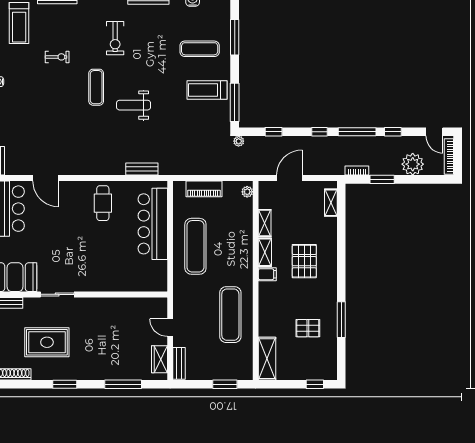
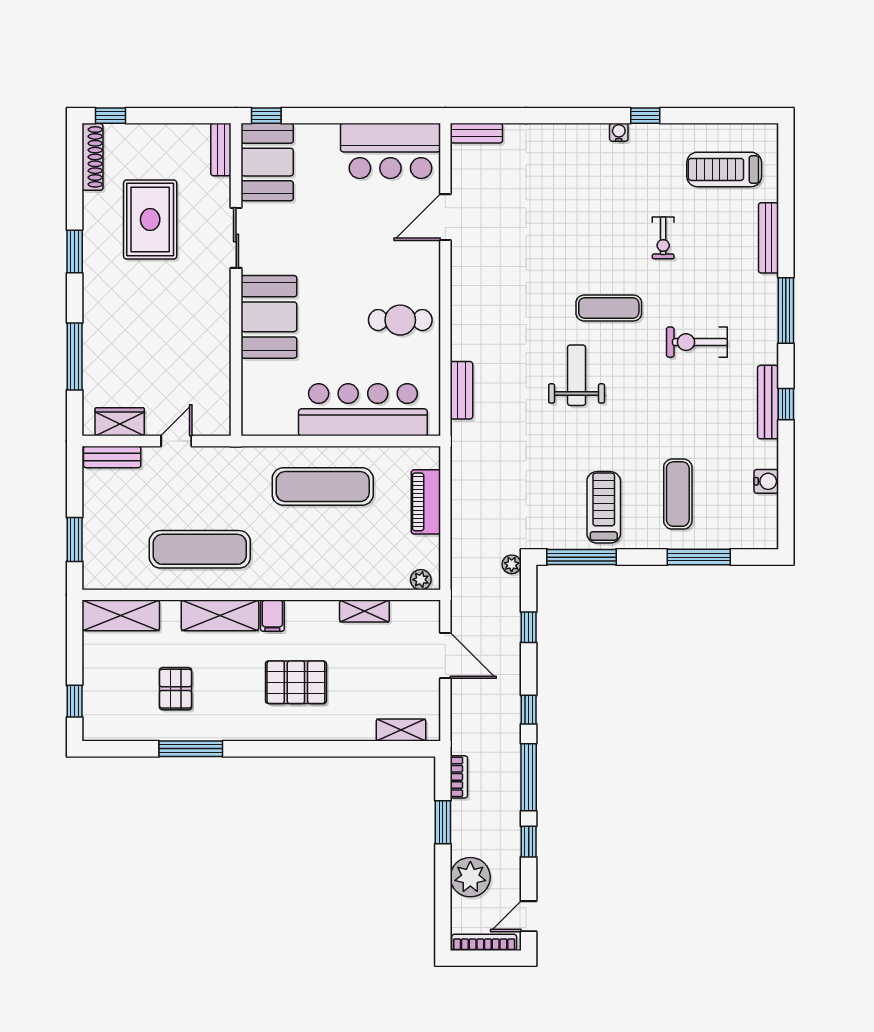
shelving: (265, 252) -> (220, 615), moved, width x1.50, depth x1.33
booth: (101, 276) -> (269, 317), added

